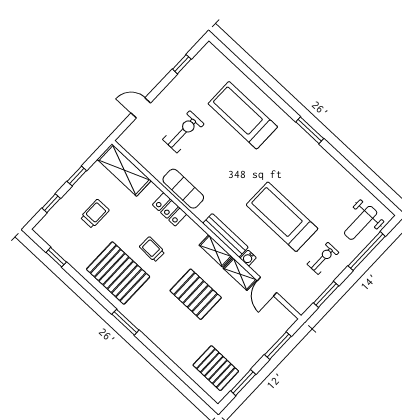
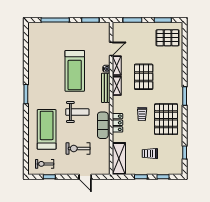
treadmill: (243, 115) -> (47, 129), turned 180
weight bench: (361, 223) -> (77, 112), moved
exercise bike: (323, 258) -> (45, 164), moved
pallet: (216, 368) -> (168, 38), turned 90

